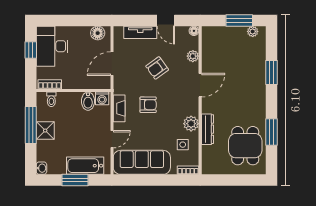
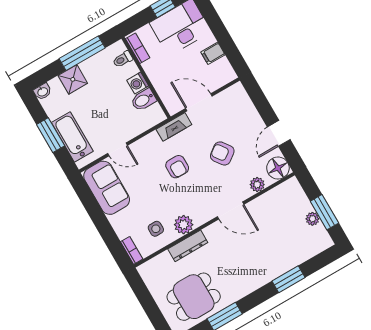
floor lamp: (194, 31) -> (278, 168), width x1.89, depth x1.89
plant: (253, 31) -> (312, 219), moved
tv unit: (140, 32) -> (250, 113), removed
floor lamp: (98, 33) -> (223, 68), removed
filing cabinet: (84, 34) -> (213, 53), added
washing machine: (102, 98) -> (138, 83), moved
fireplace: (119, 108) -> (174, 127), moved
shower: (45, 131) -> (73, 79), moved
sofa: (142, 162) -> (107, 188), width x0.73

